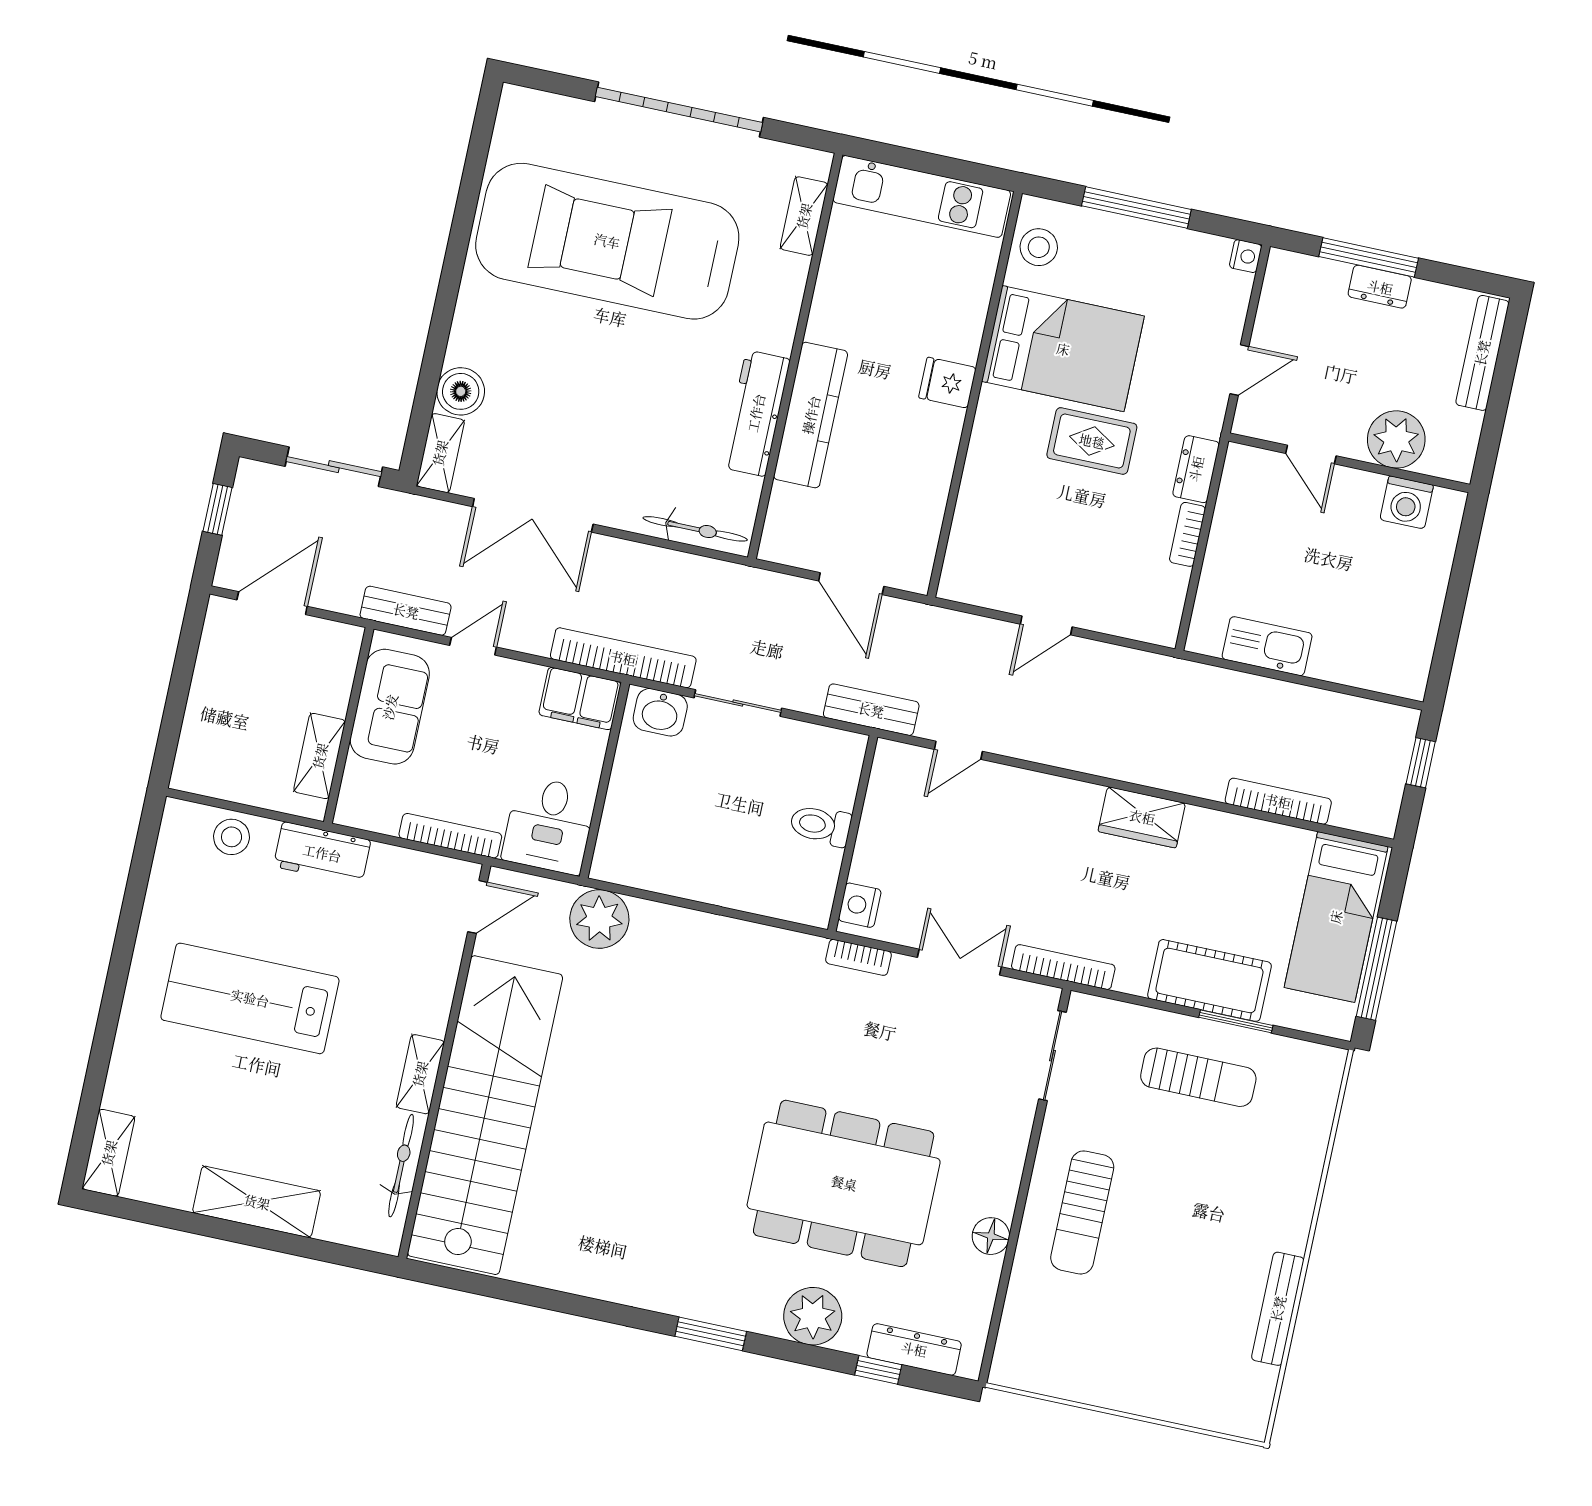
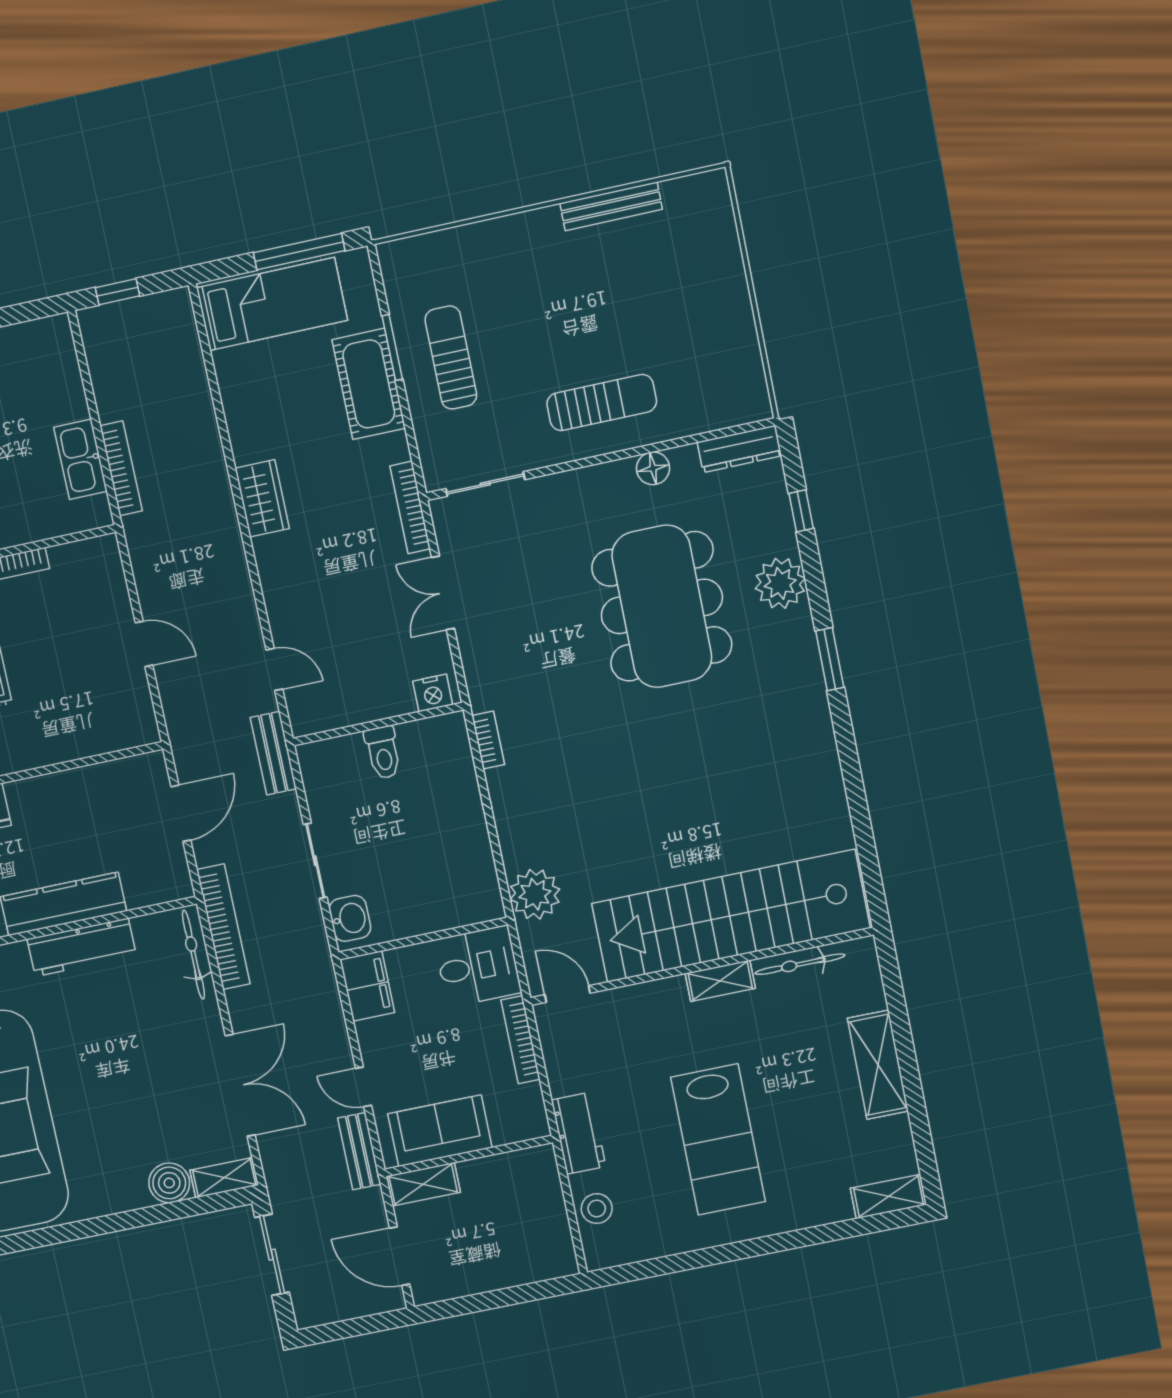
window: (217, 509) -> (346, 1329), removed
bookcase: (623, 658) -> (223, 927), moved, turned 180
shelving: (320, 756) -> (423, 1184), moved
bookcase: (1278, 801) -> (121, 468), moved, turned 180
bookcase: (858, 957) -> (488, 740), moved
dresser: (914, 1349) -> (739, 449), moved, turned -90

